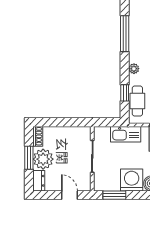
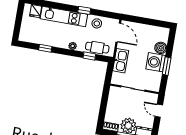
window: (125, 34) -> (45, 48), width x0.46
door: (69, 195) -> (159, 111), hinge flipped
window: (114, 195) -> (167, 66), moved

